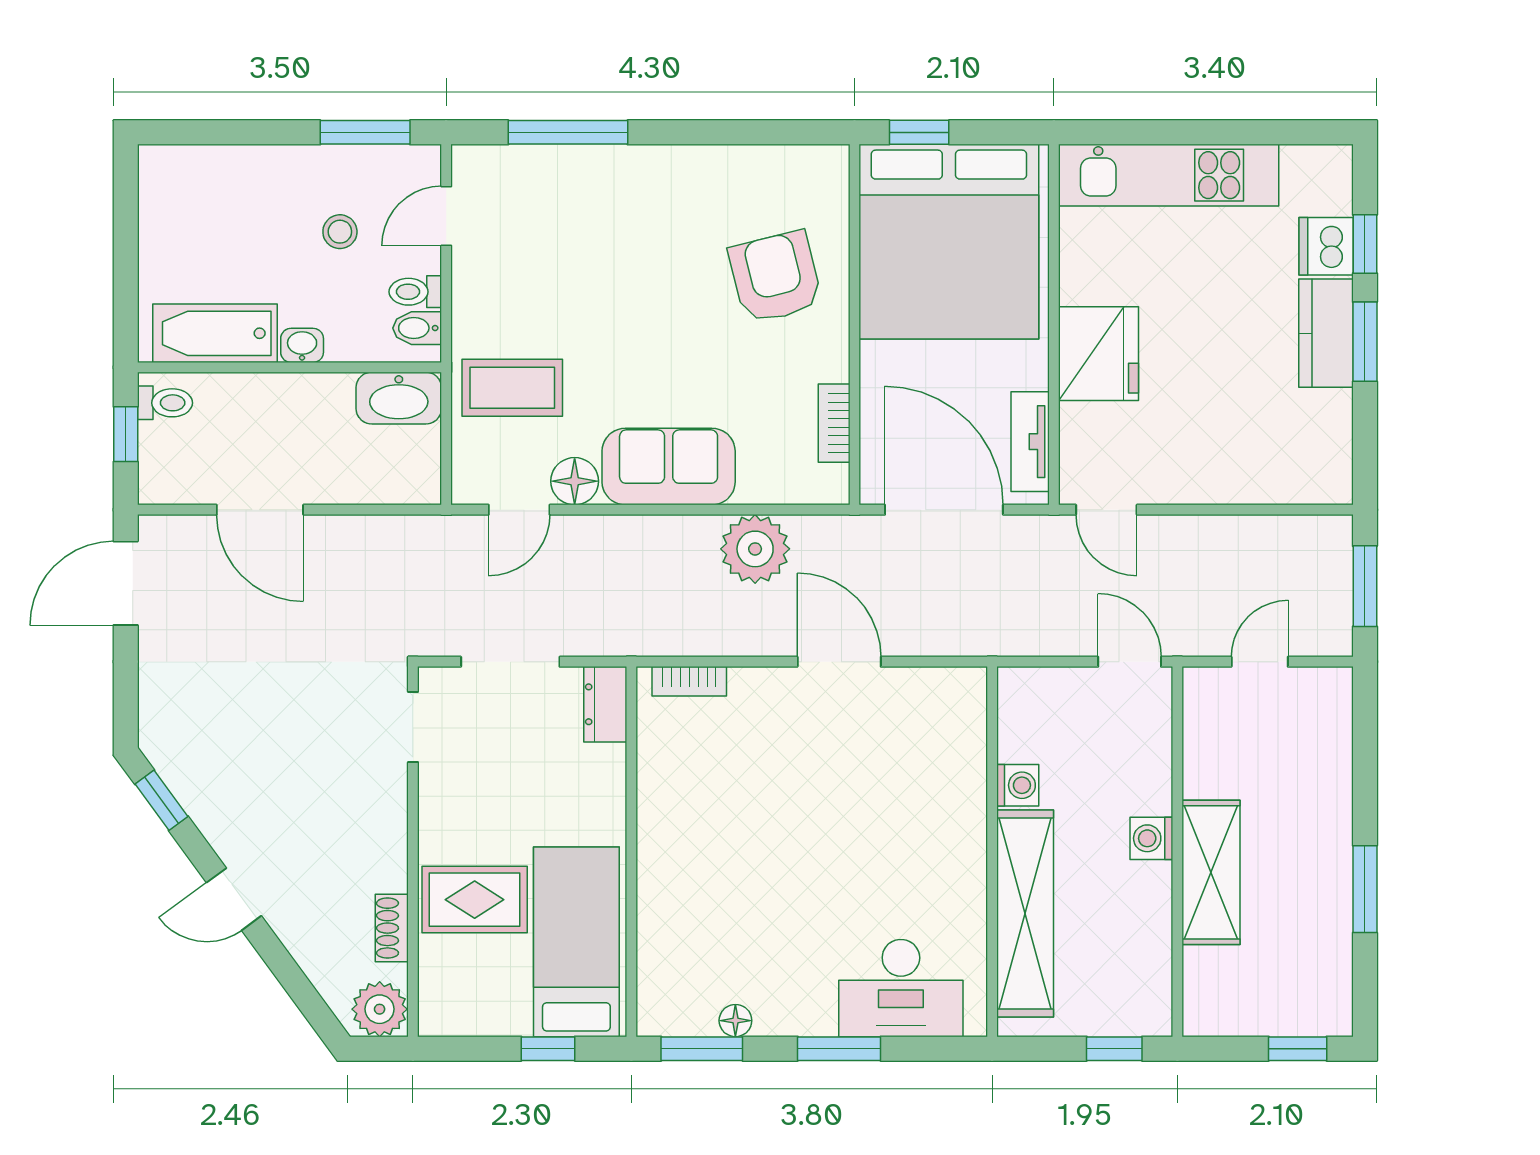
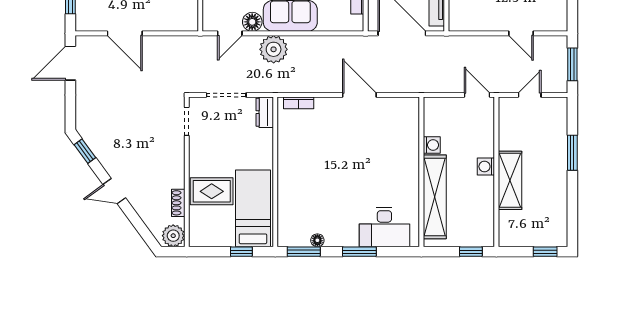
door: (1106, 510) -> (521, 33), moved
plant: (755, 549) -> (274, 49), moved
window: (1365, 889) -> (572, 153), moved

